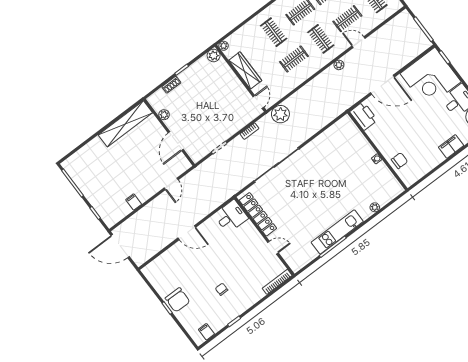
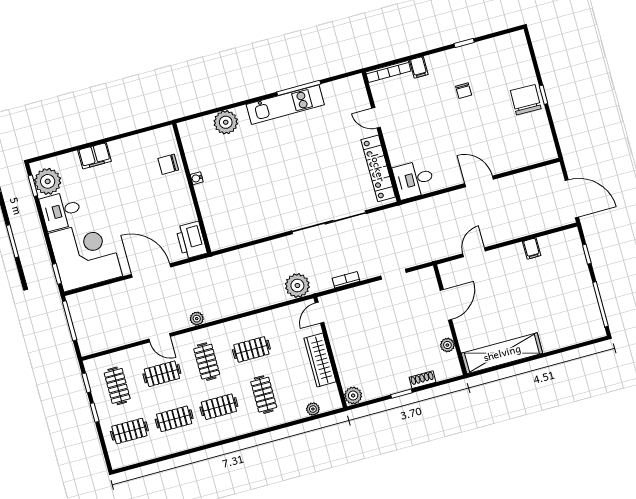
plant: (224, 46) -> (313, 409), moved
plant: (375, 207) -> (226, 122), width x1.88, depth x1.88
filing cabinet: (206, 332) -> (419, 67), moved

